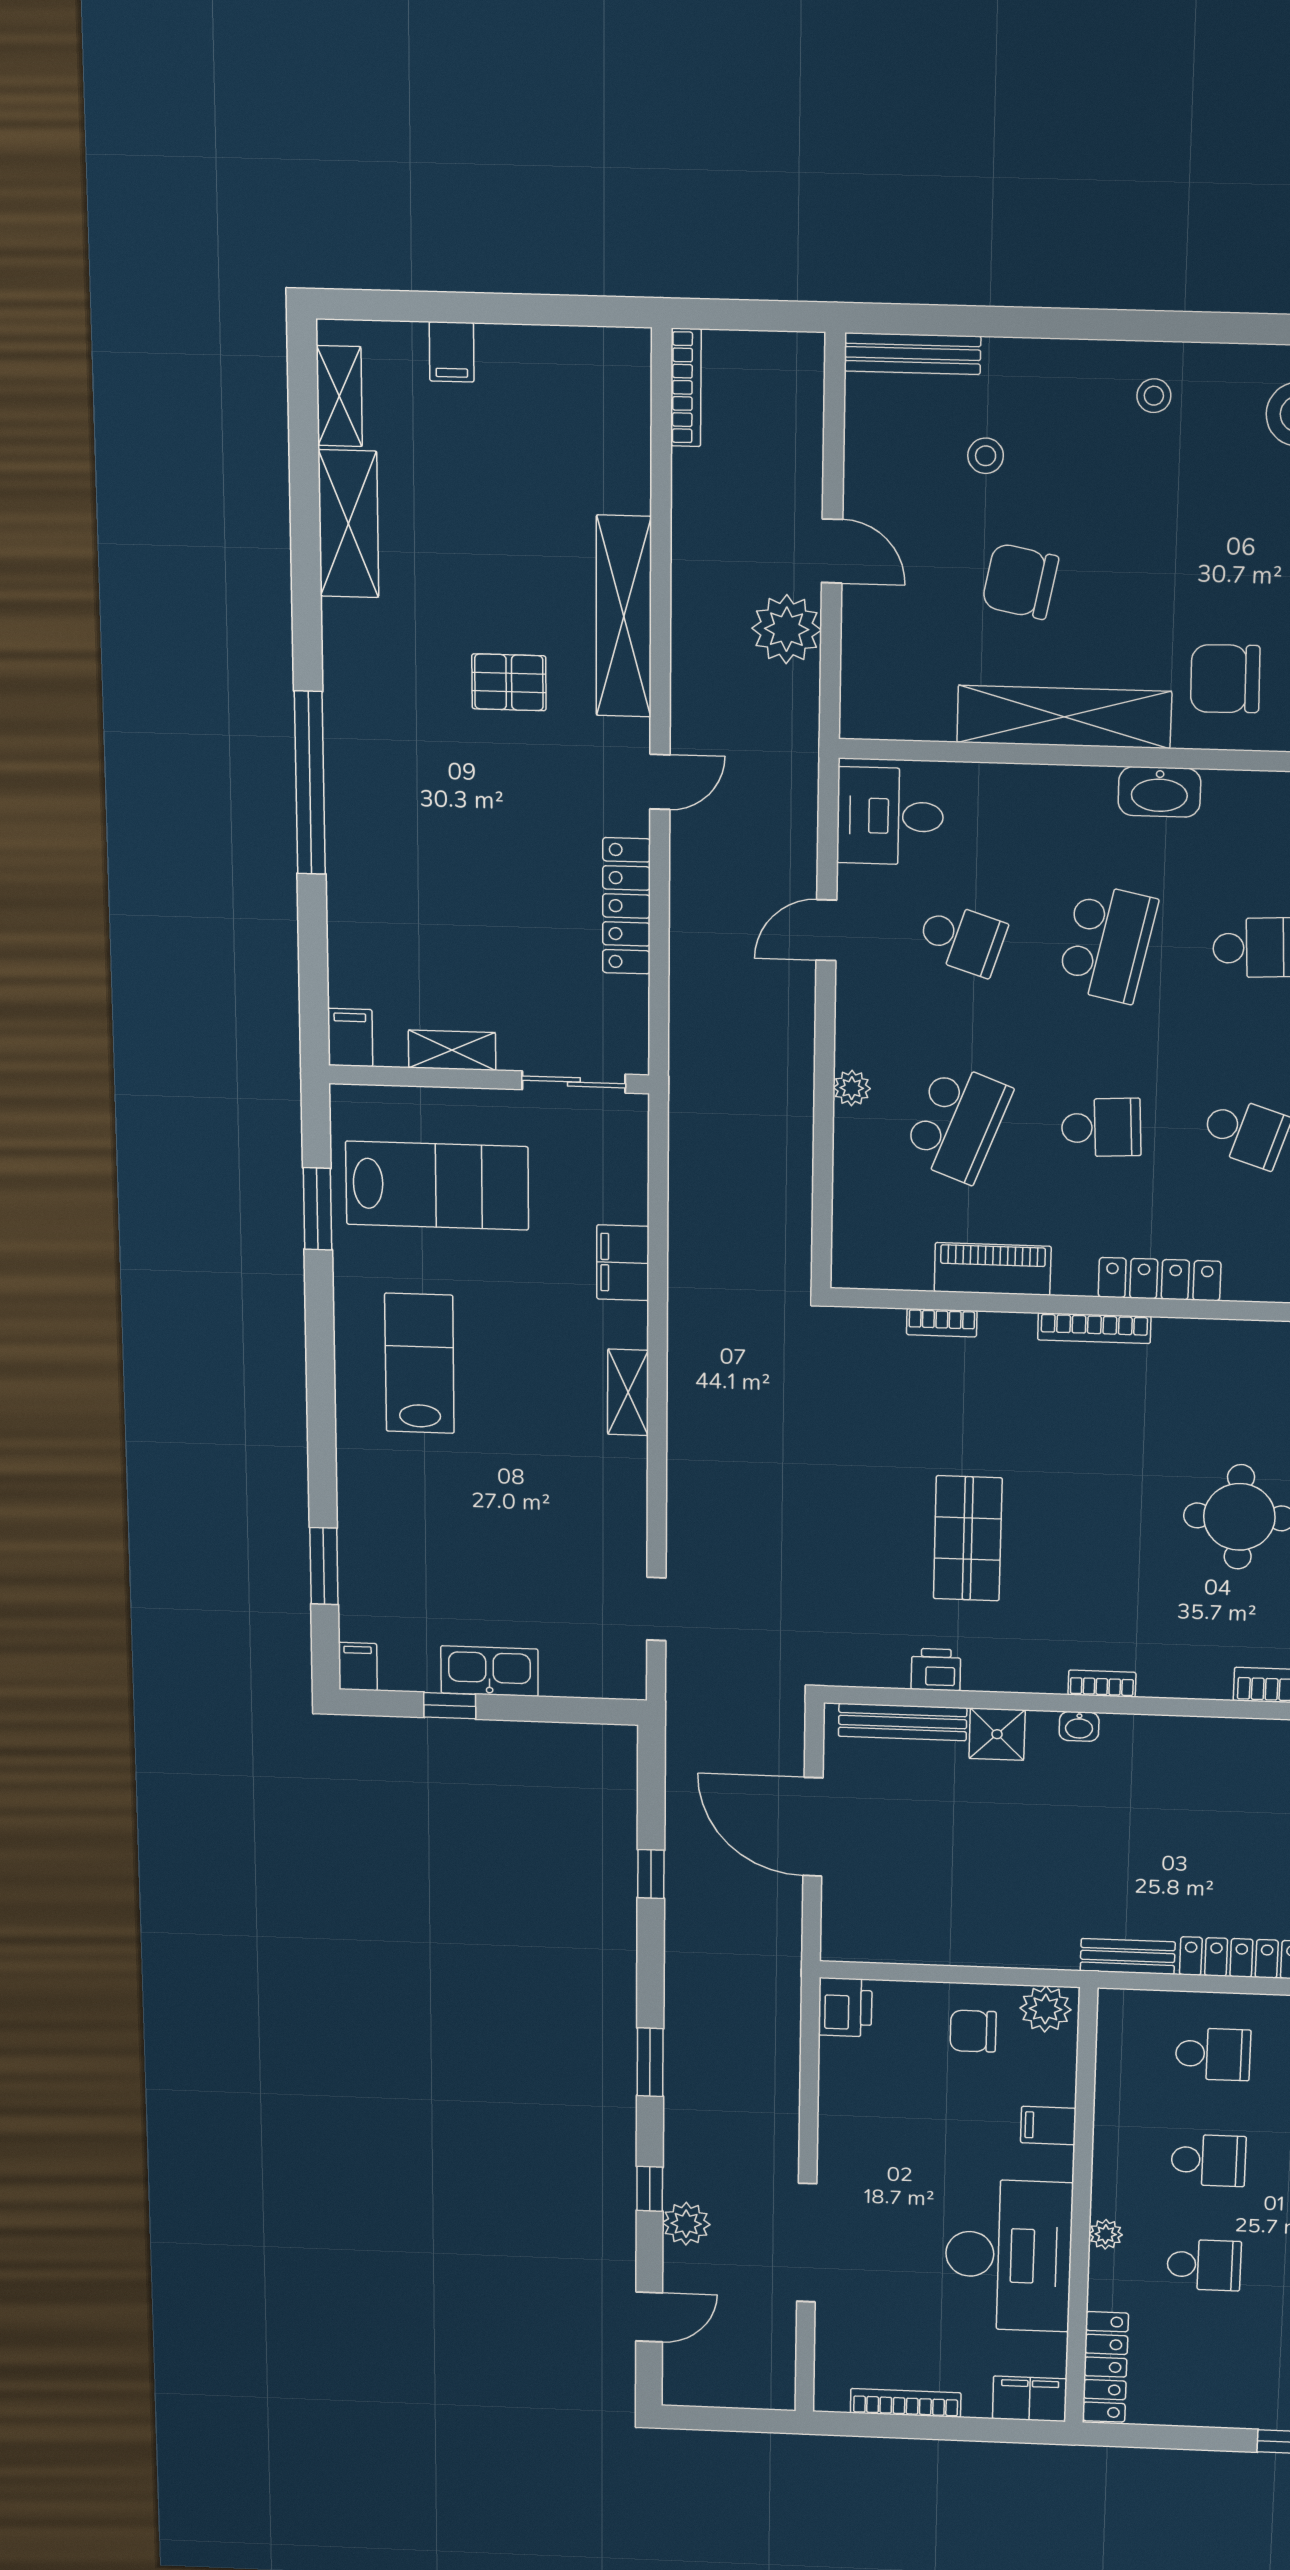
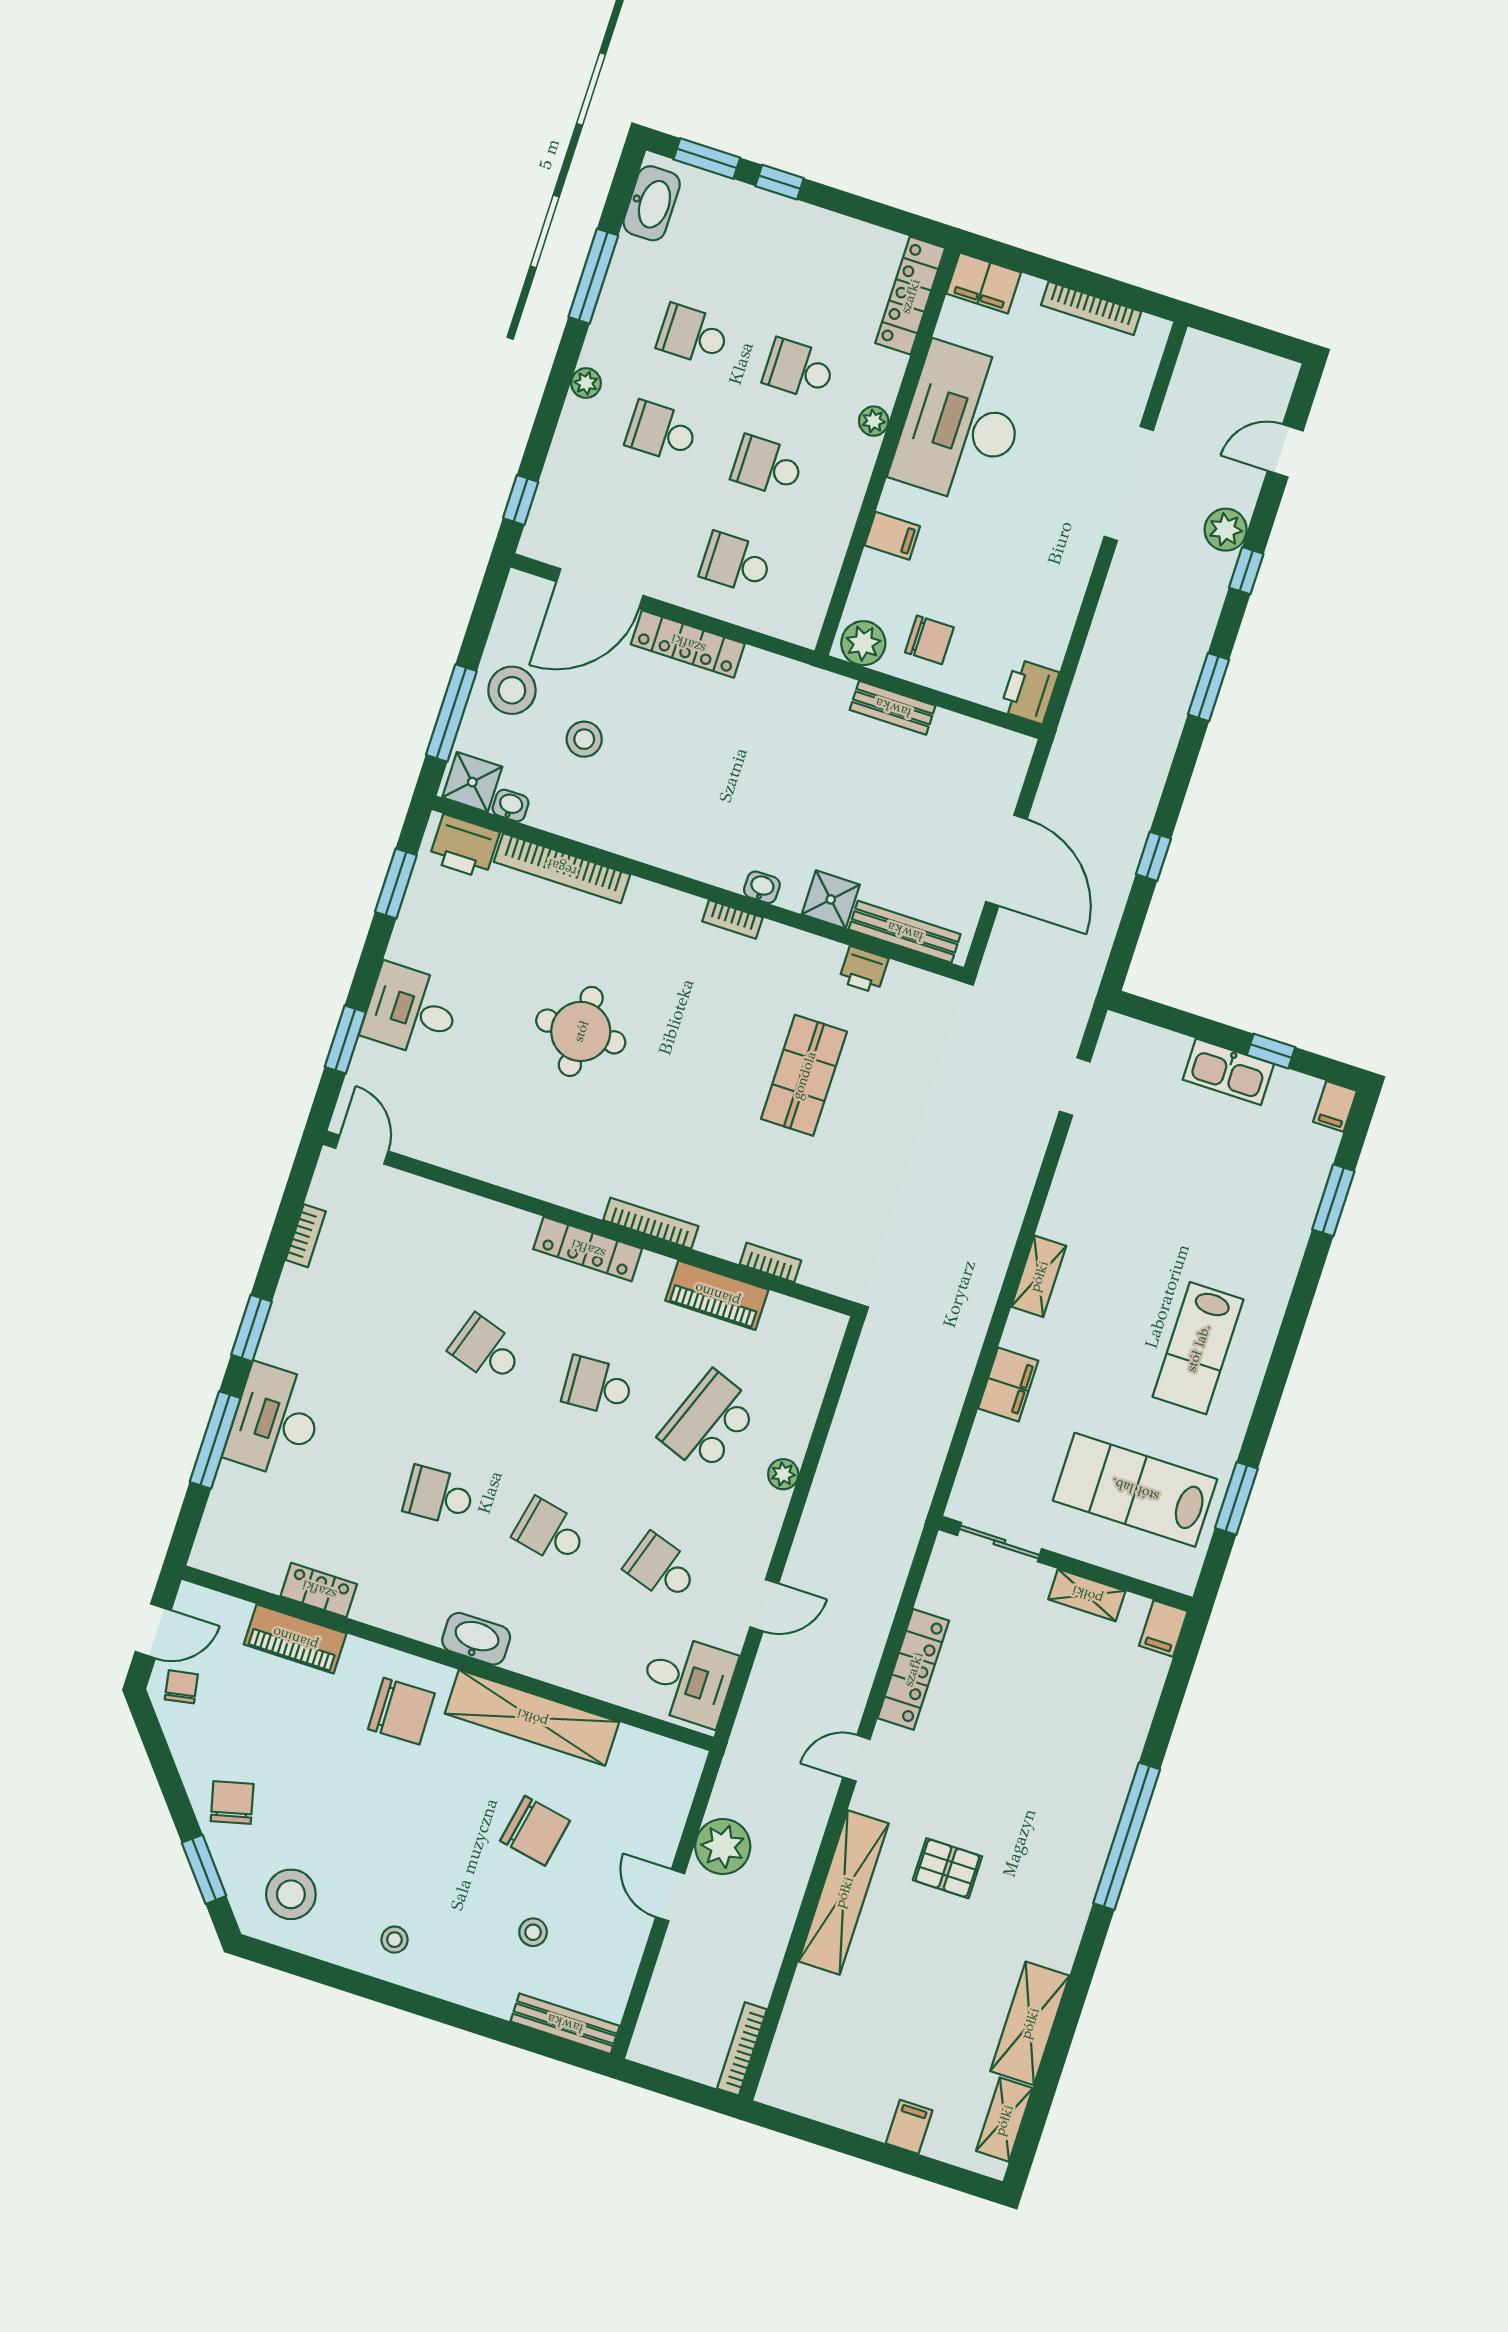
school desk: (1107, 943) -> (550, 1532), width x0.54
bench: (1128, 1956) -> (893, 708), moved

